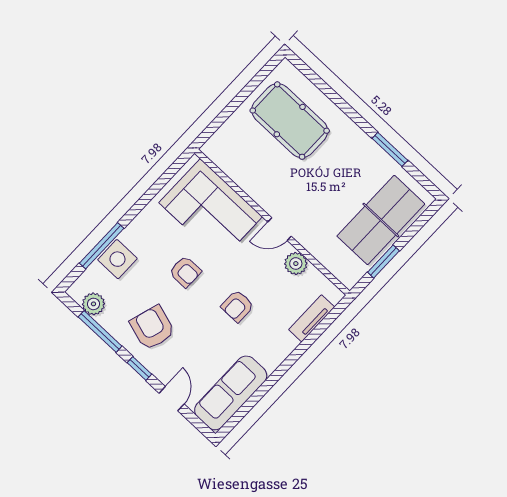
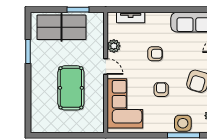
pool table: (290, 121) -> (71, 88), moved

